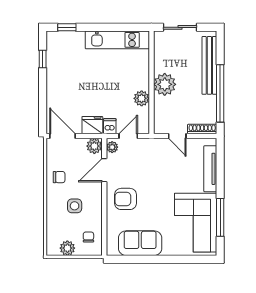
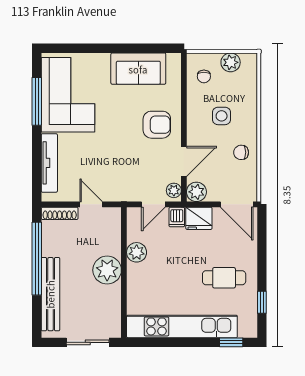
kitchen unit: (117, 40) -> (182, 326), width x1.36
cafe table: (73, 78) -> (224, 278), added

